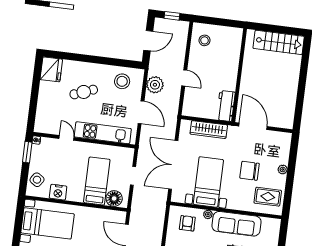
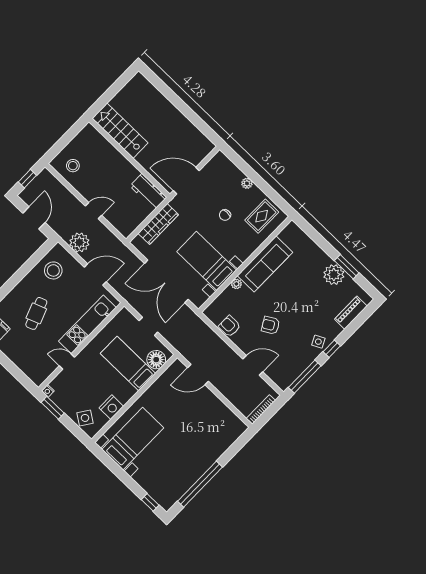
stairs: (279, 42) -> (120, 131), moved, turned -90
chair: (249, 171) -> (225, 215), width x0.54, depth x0.54
armchair: (187, 223) -> (230, 326), moved

